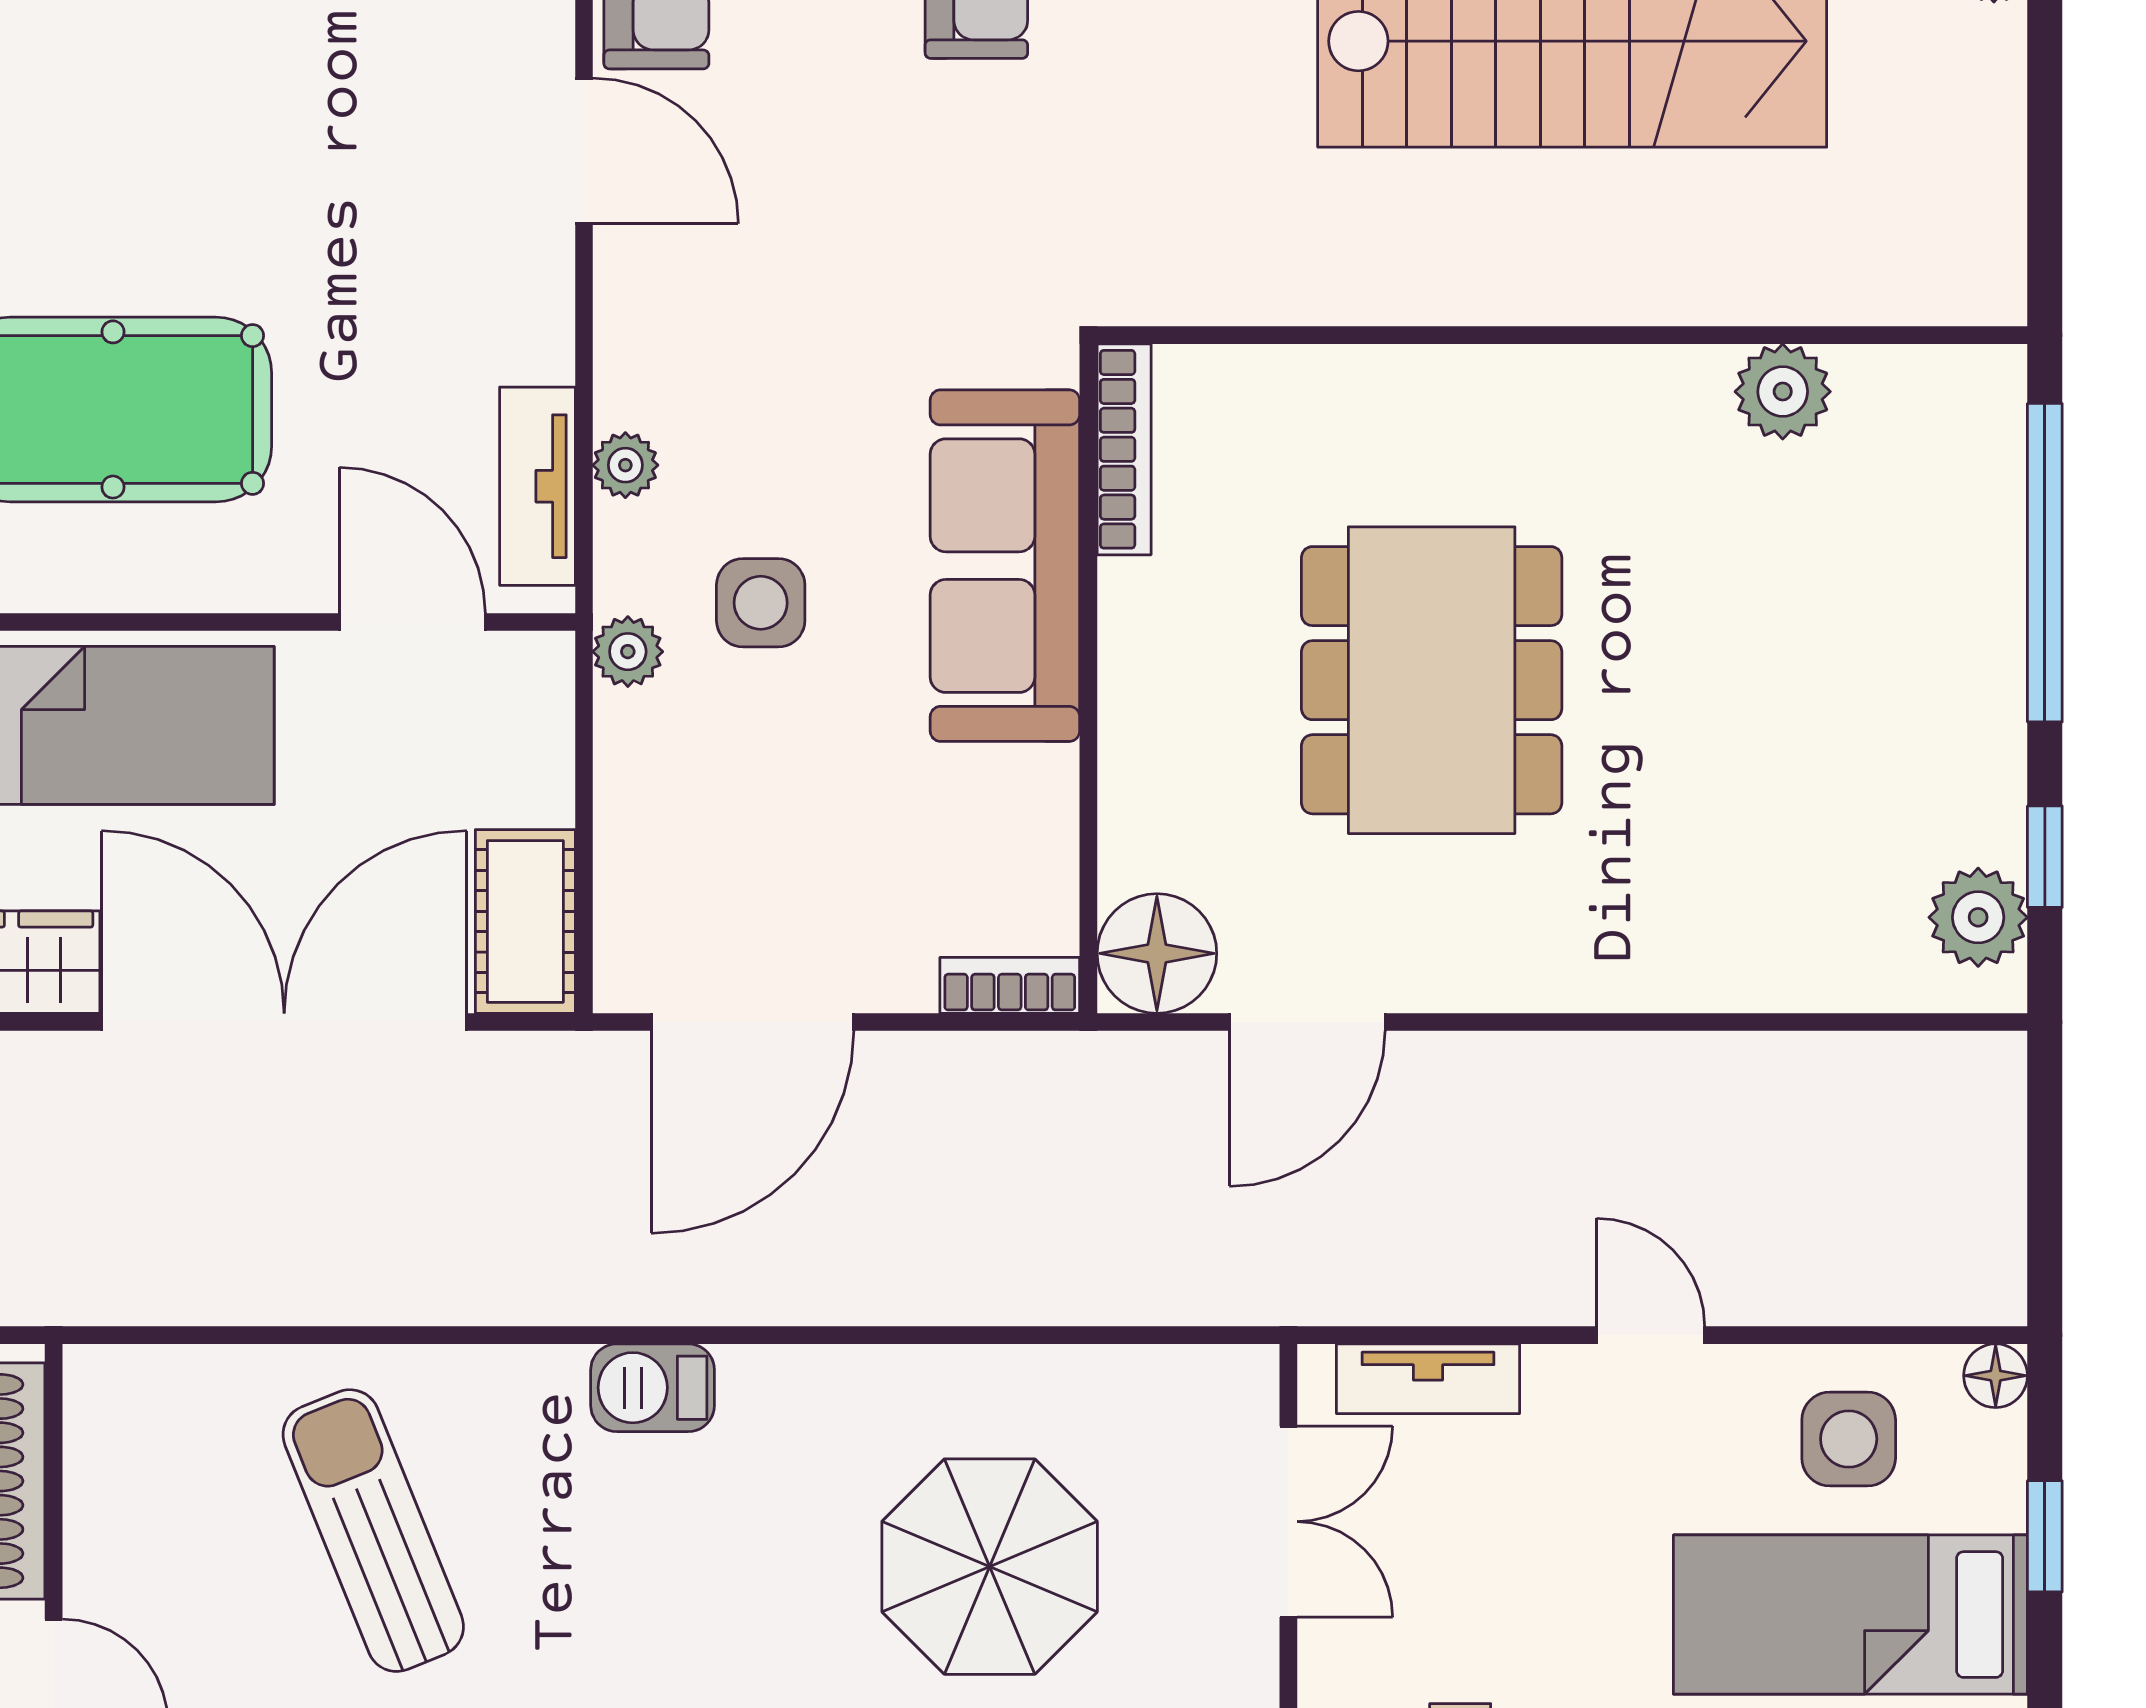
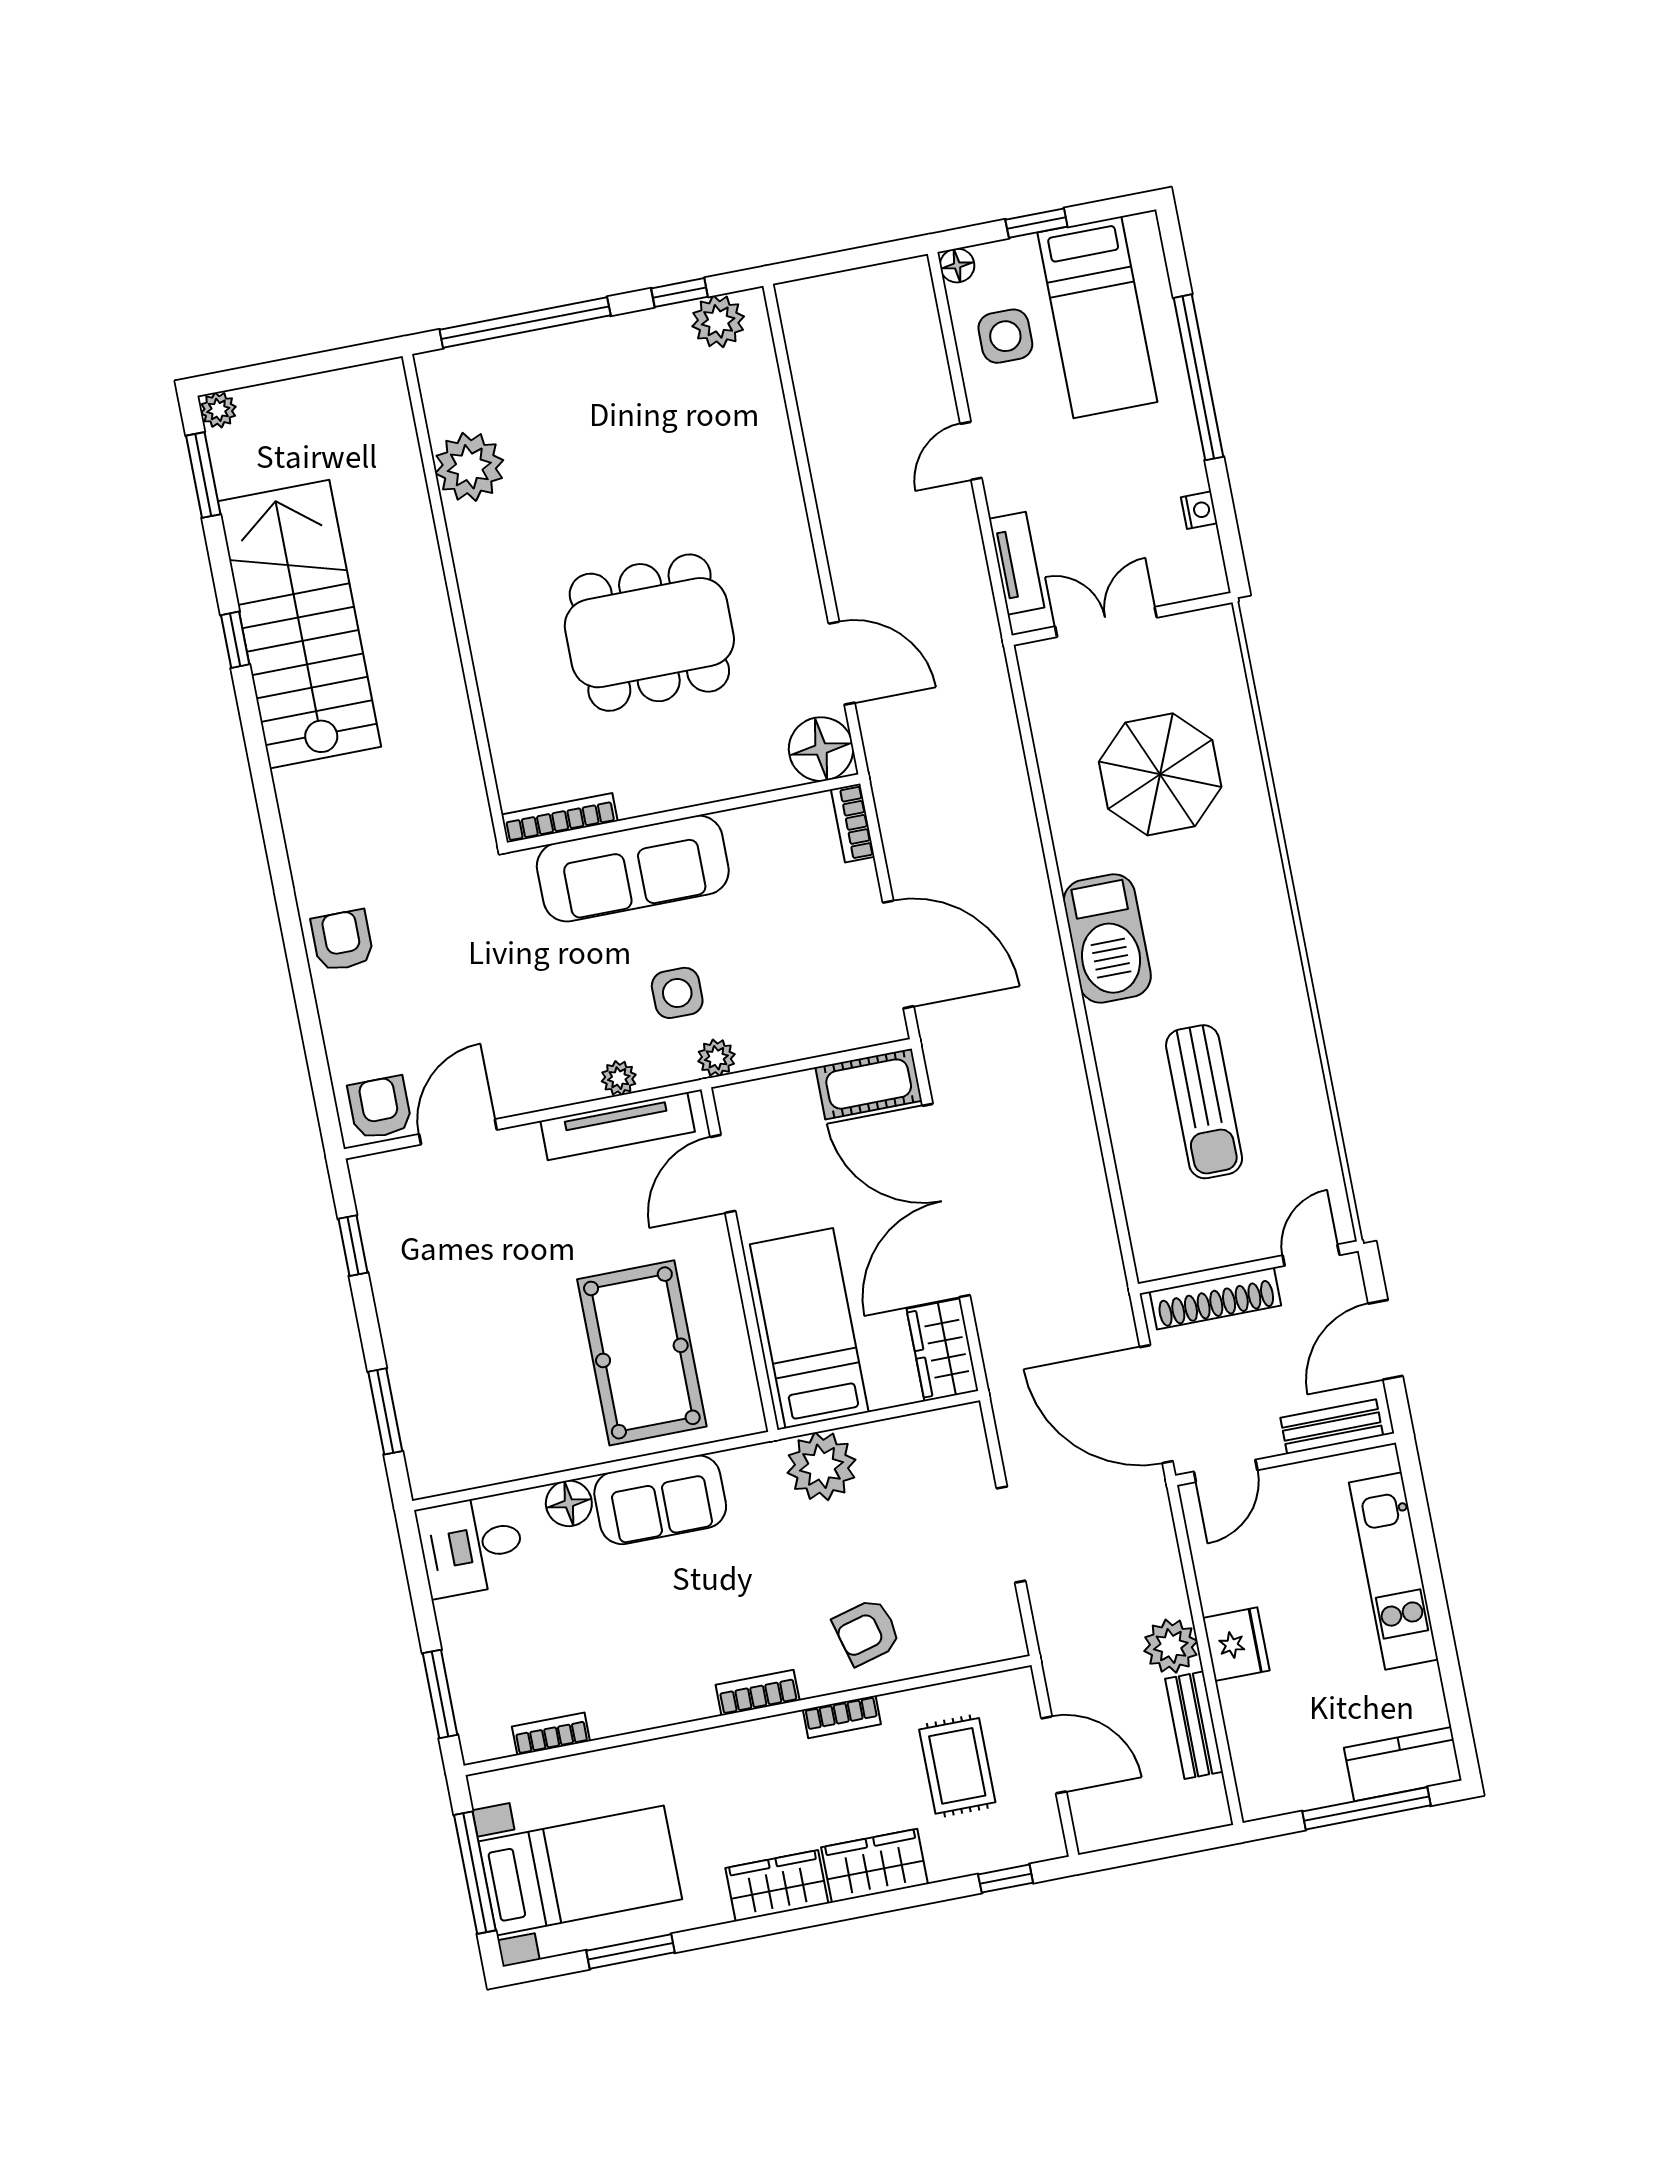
plant: (1783, 392) -> (469, 467), width x1.36, depth x1.36
tv unit: (537, 486) -> (618, 1126), width x1.41
barbecue: (653, 1388) -> (1107, 939), width x1.88, depth x1.53
sun lounger: (373, 1531) -> (1204, 1102), turned -68

